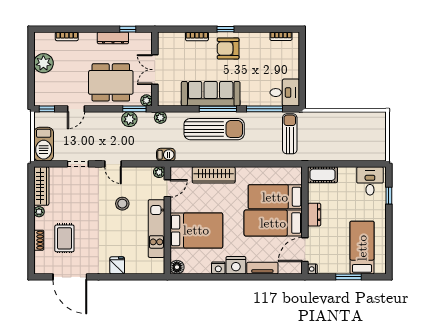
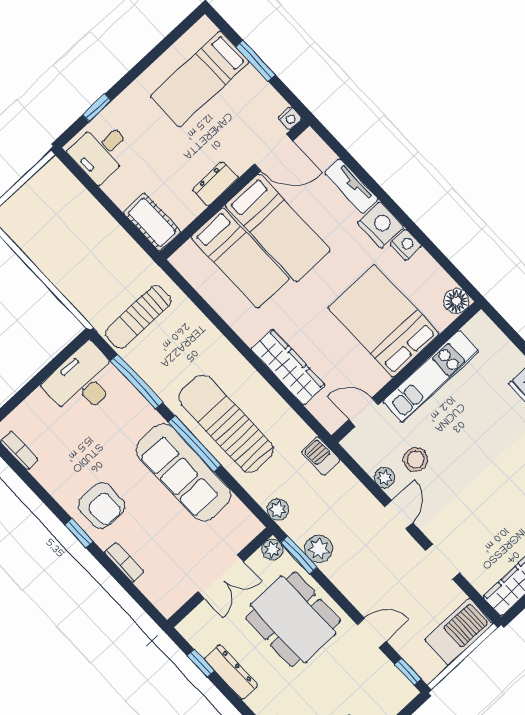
desk: (285, 93) -> (83, 381), width x1.37
plant: (159, 172) -> (385, 478), moved
stool: (122, 204) -> (416, 459), moved

